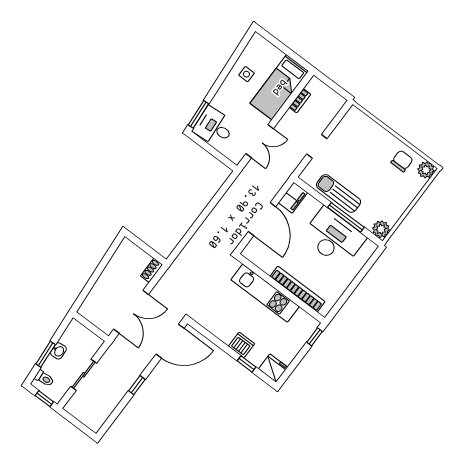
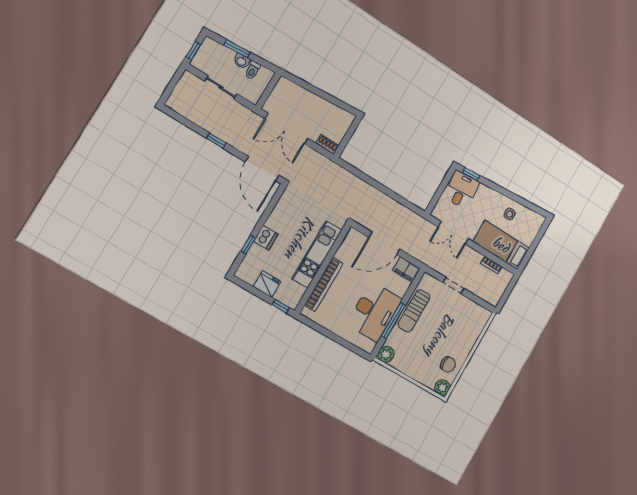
window: (198, 114) -> (471, 174), width x0.67
sun lounger: (339, 193) -> (414, 311), turned 180
fridge: (273, 368) -> (267, 284), moved, turned -90
toilet: (44, 378) -> (253, 70), moved

